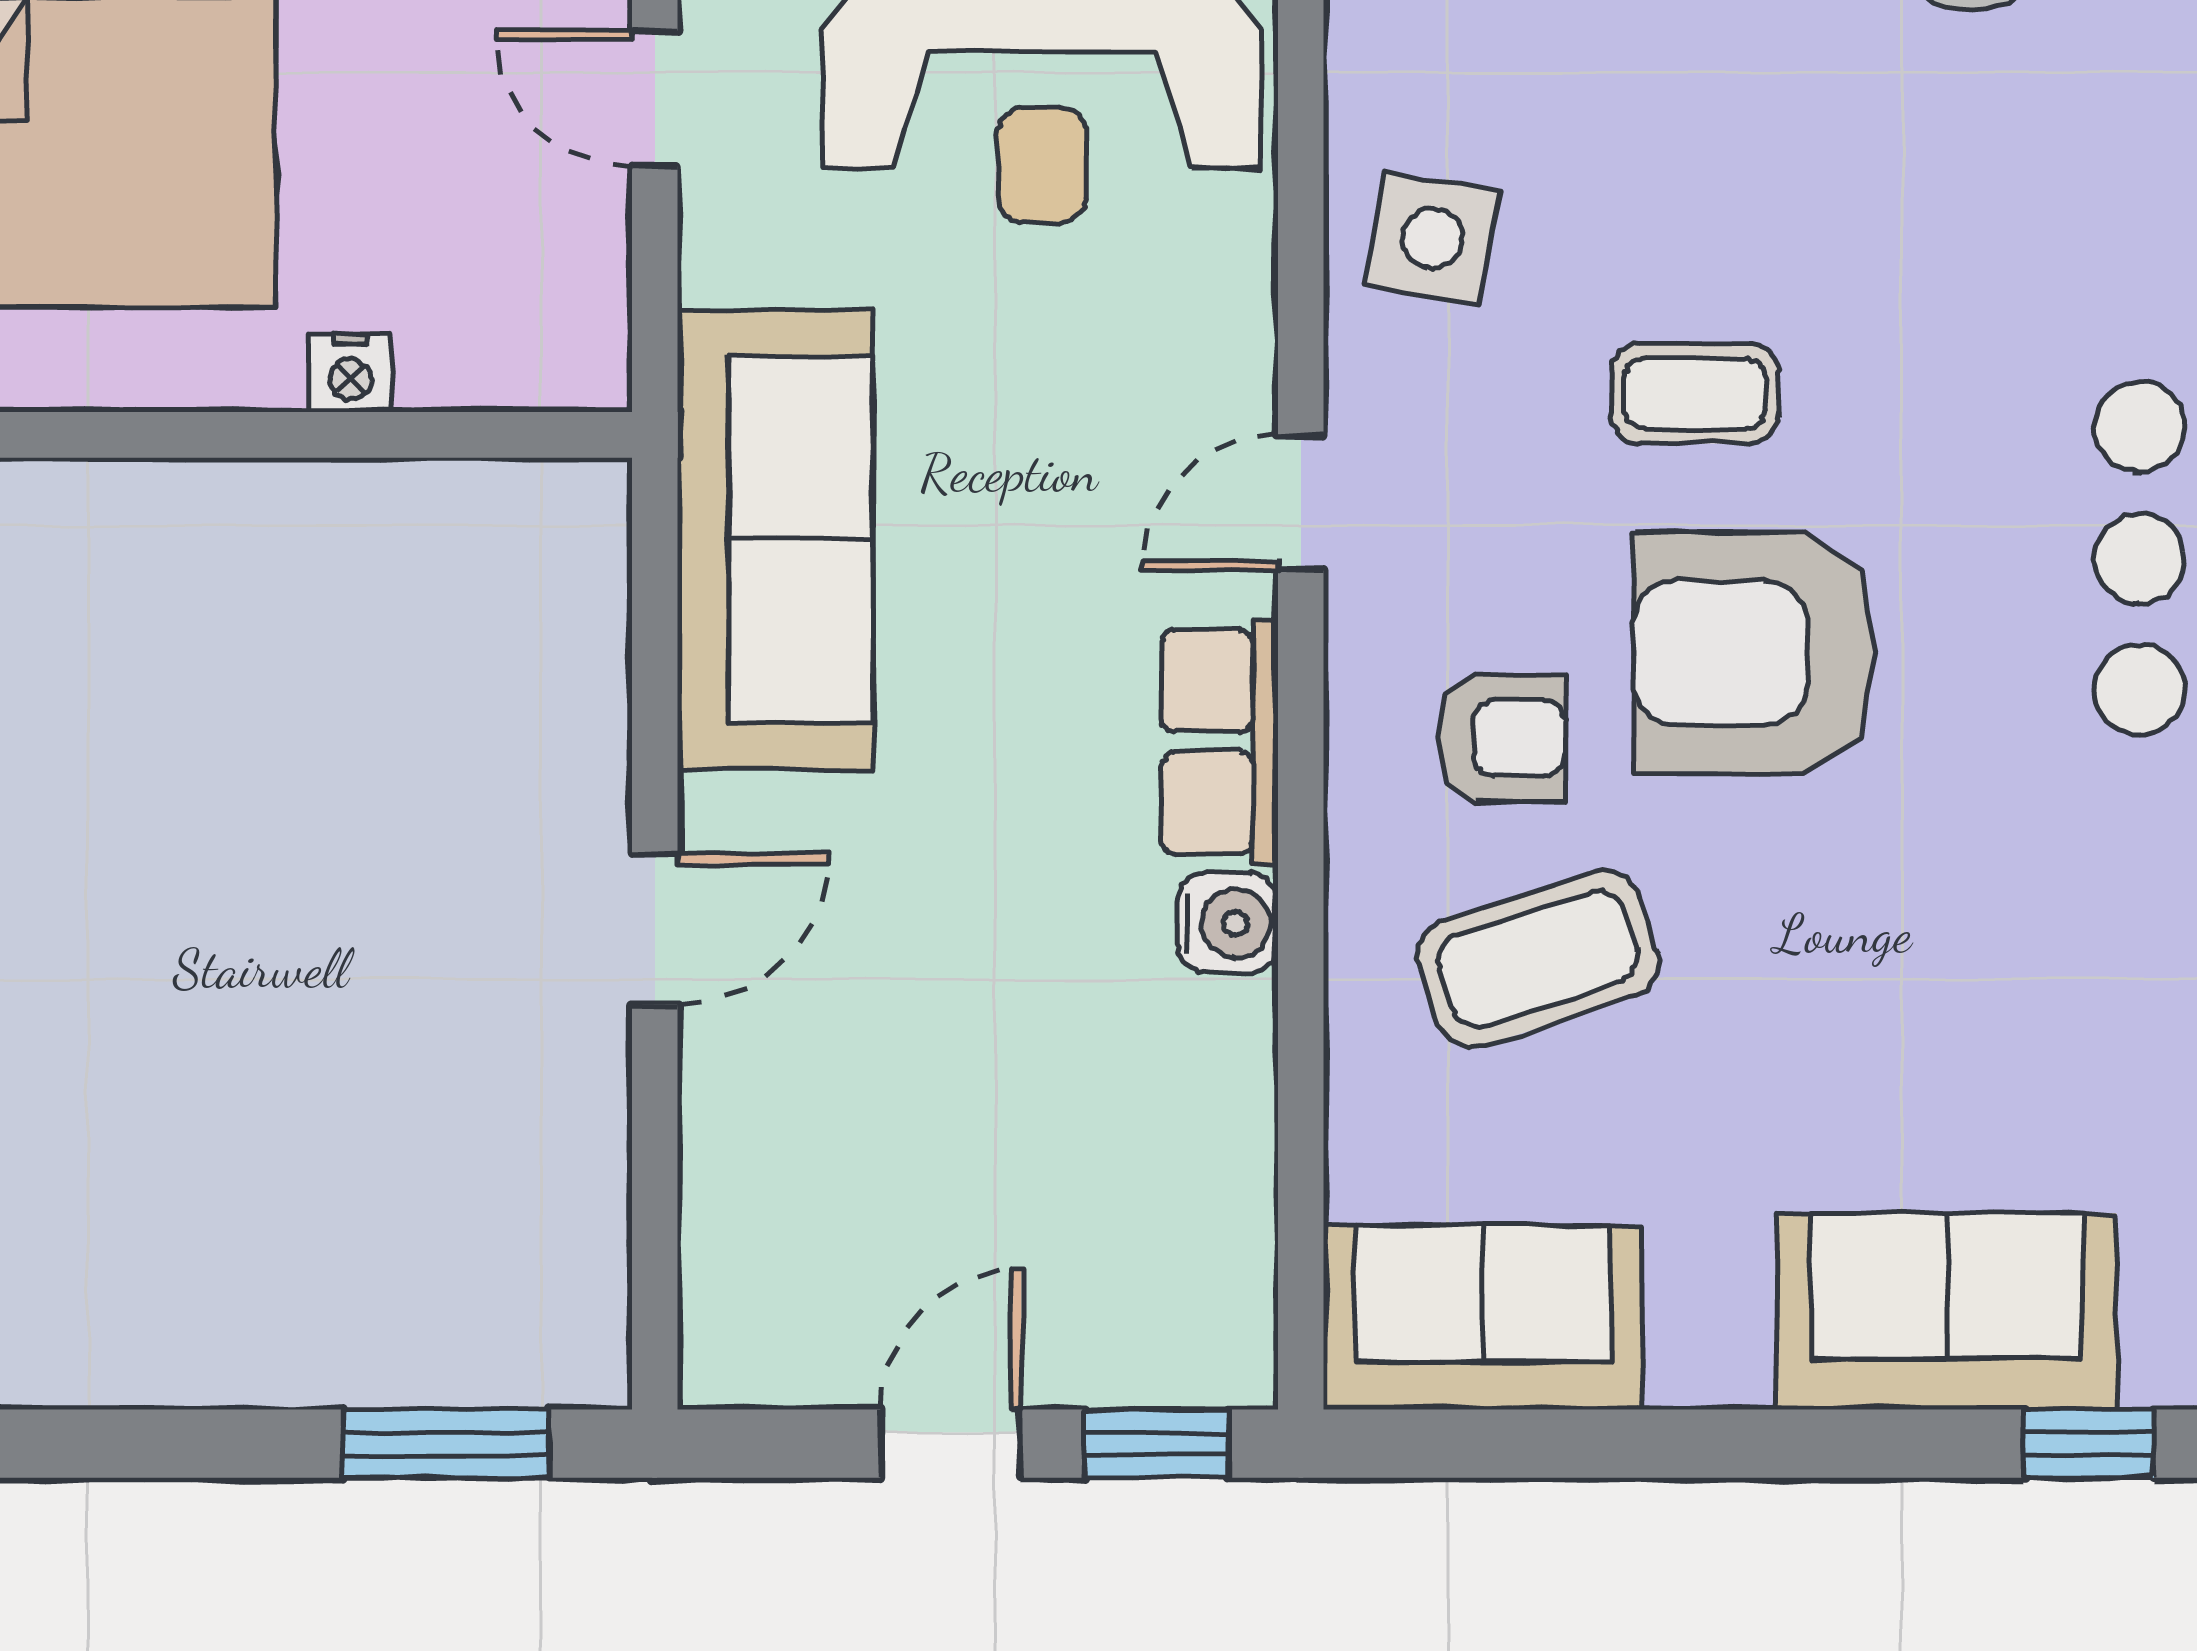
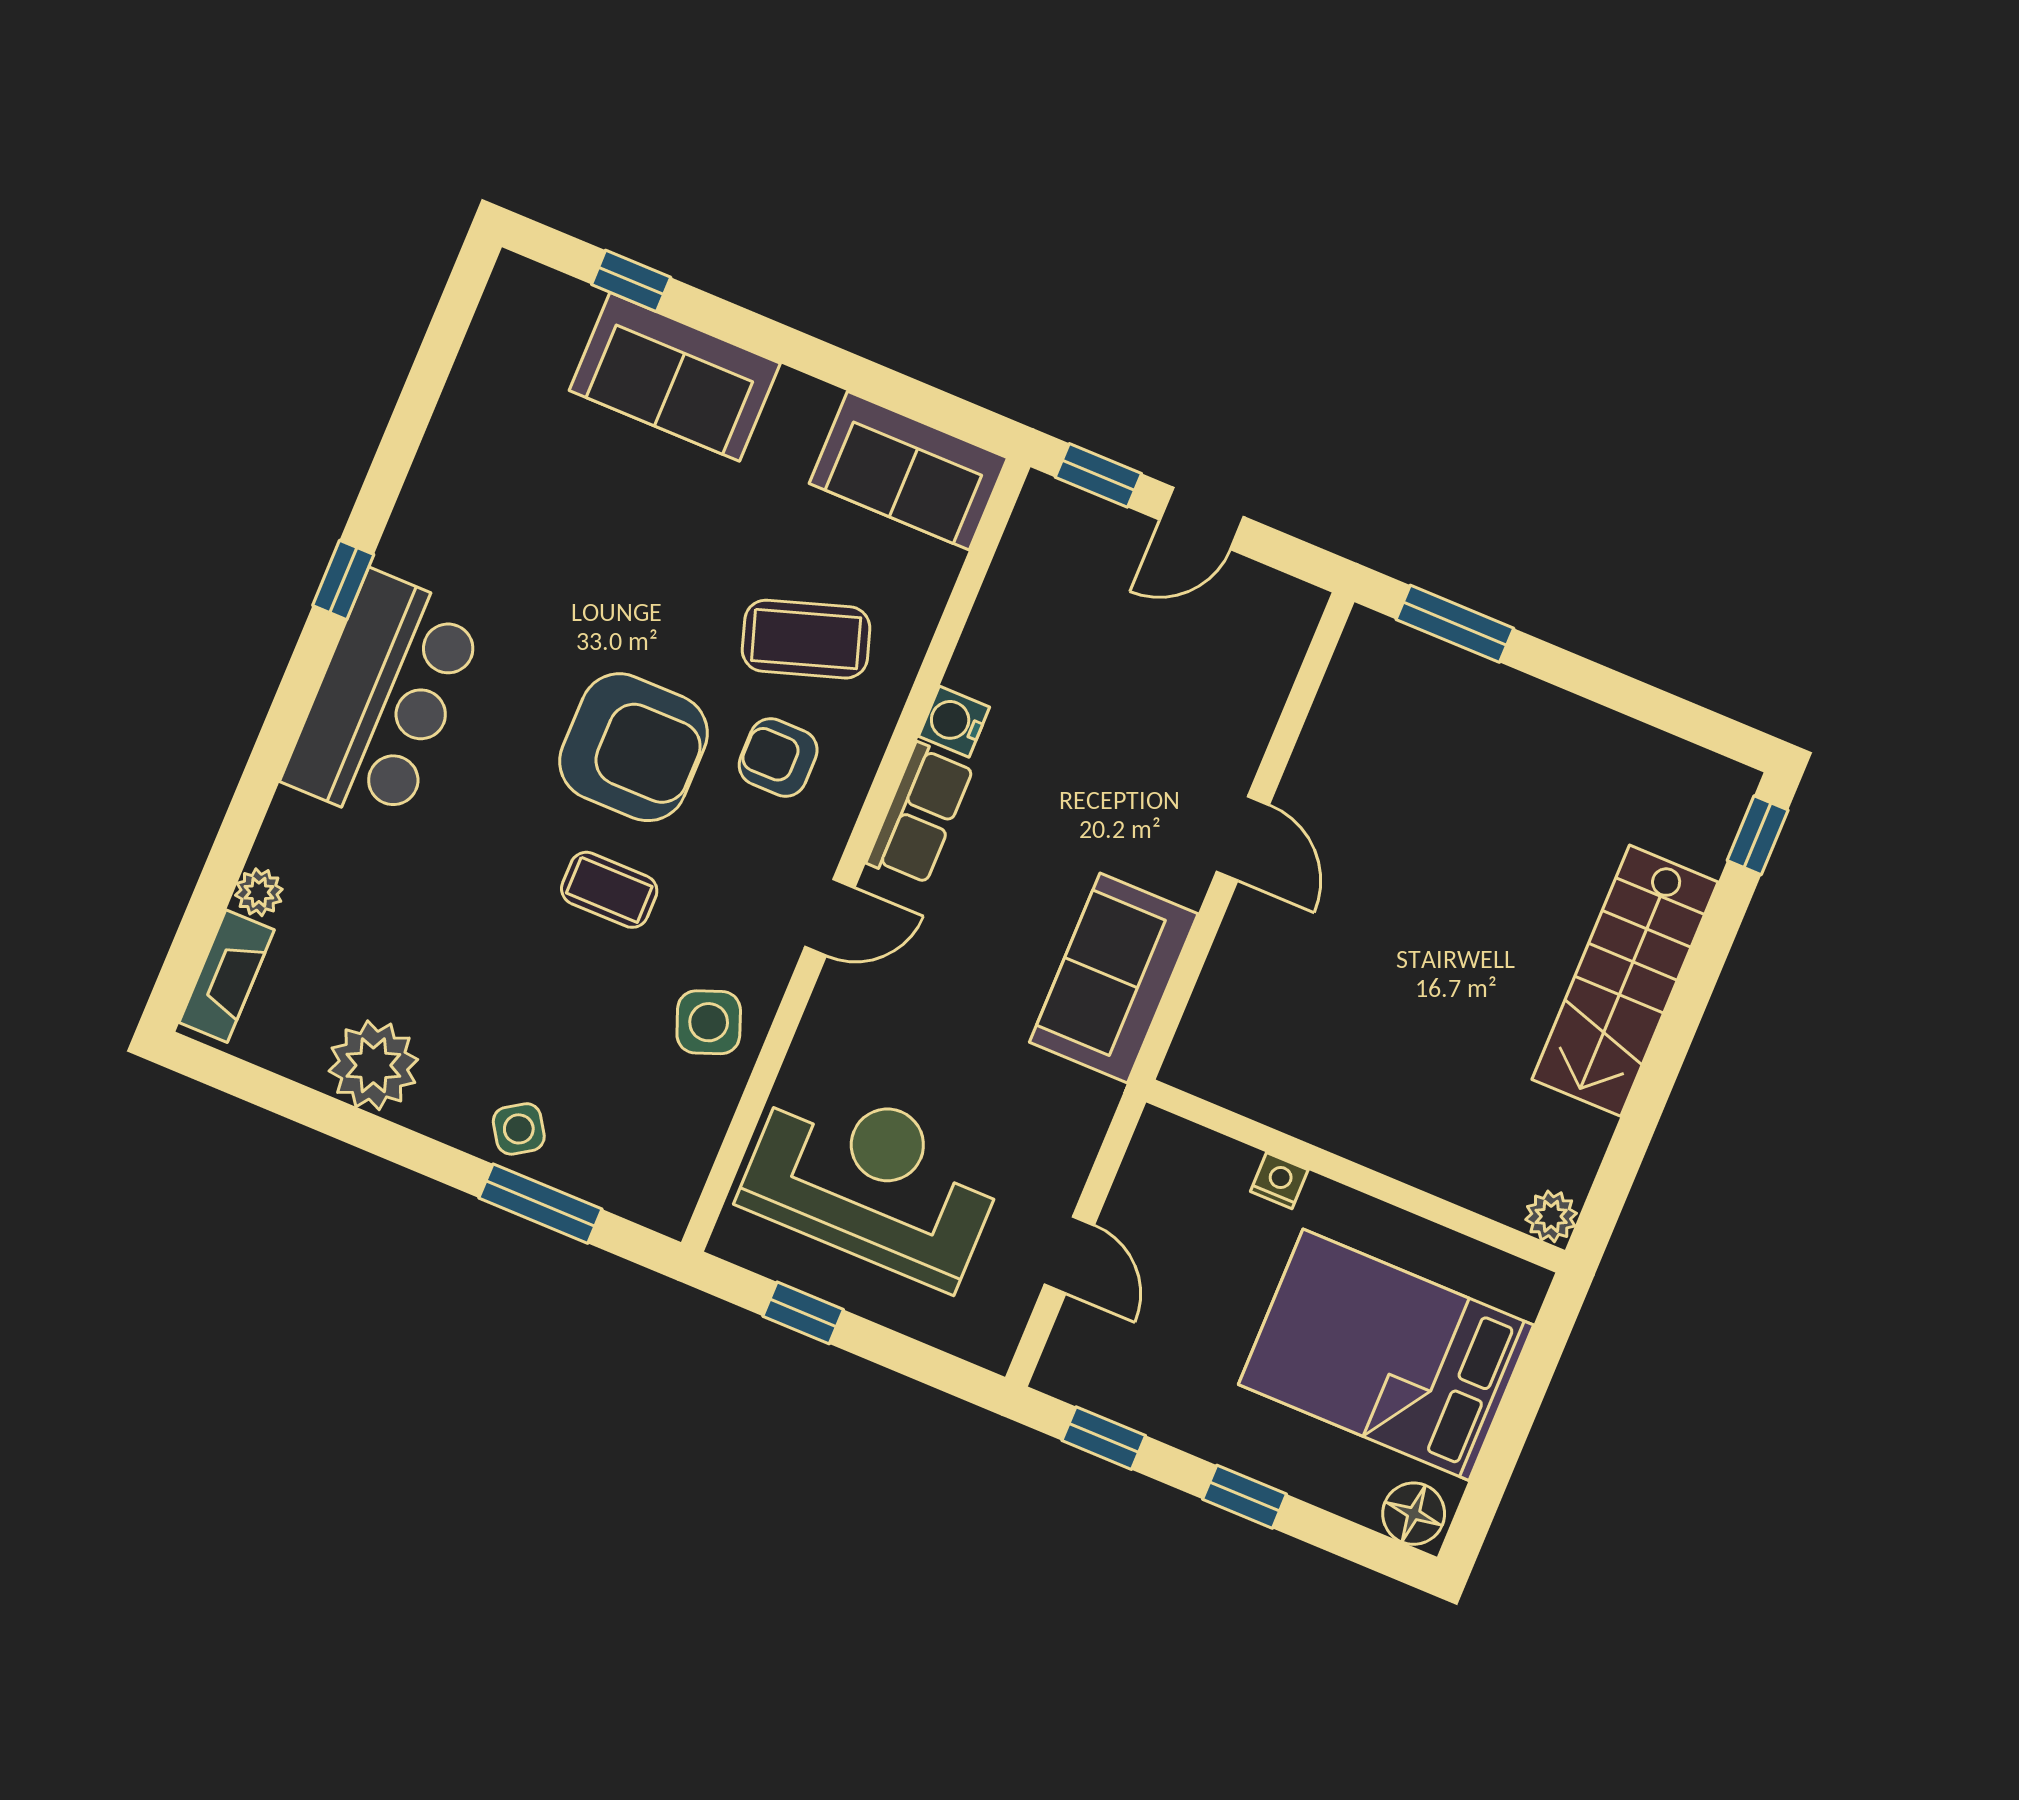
side table: (1432, 239) -> (709, 1022), turned -31
sofa: (775, 539) -> (1114, 978), width x0.73
door: (655, 929) -> (1243, 838), swing flipped

